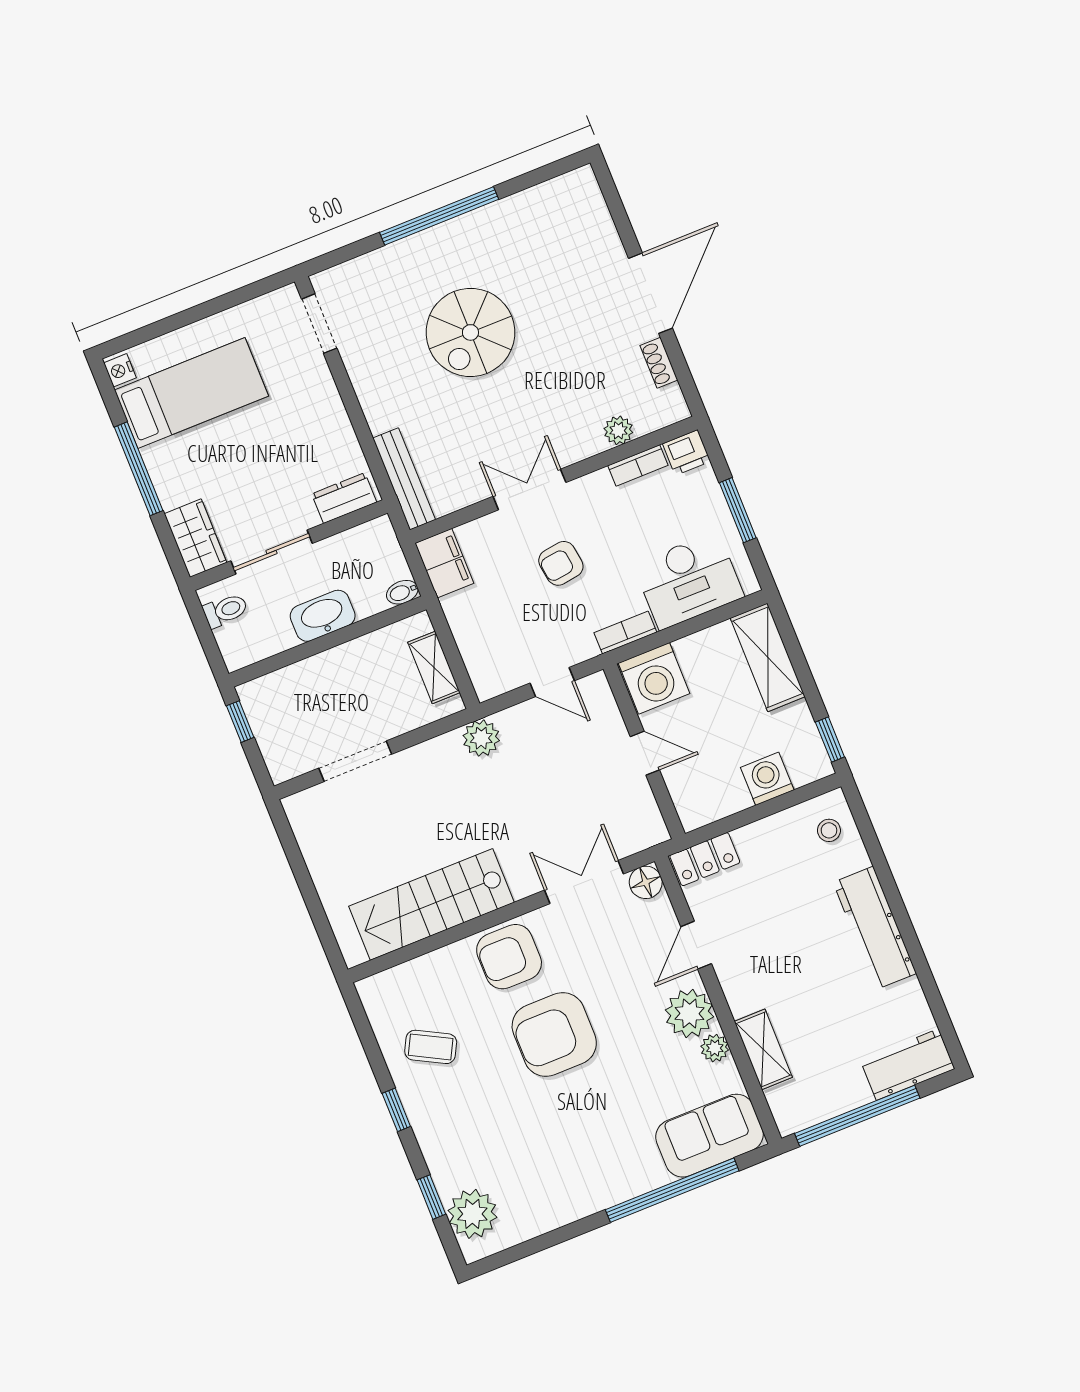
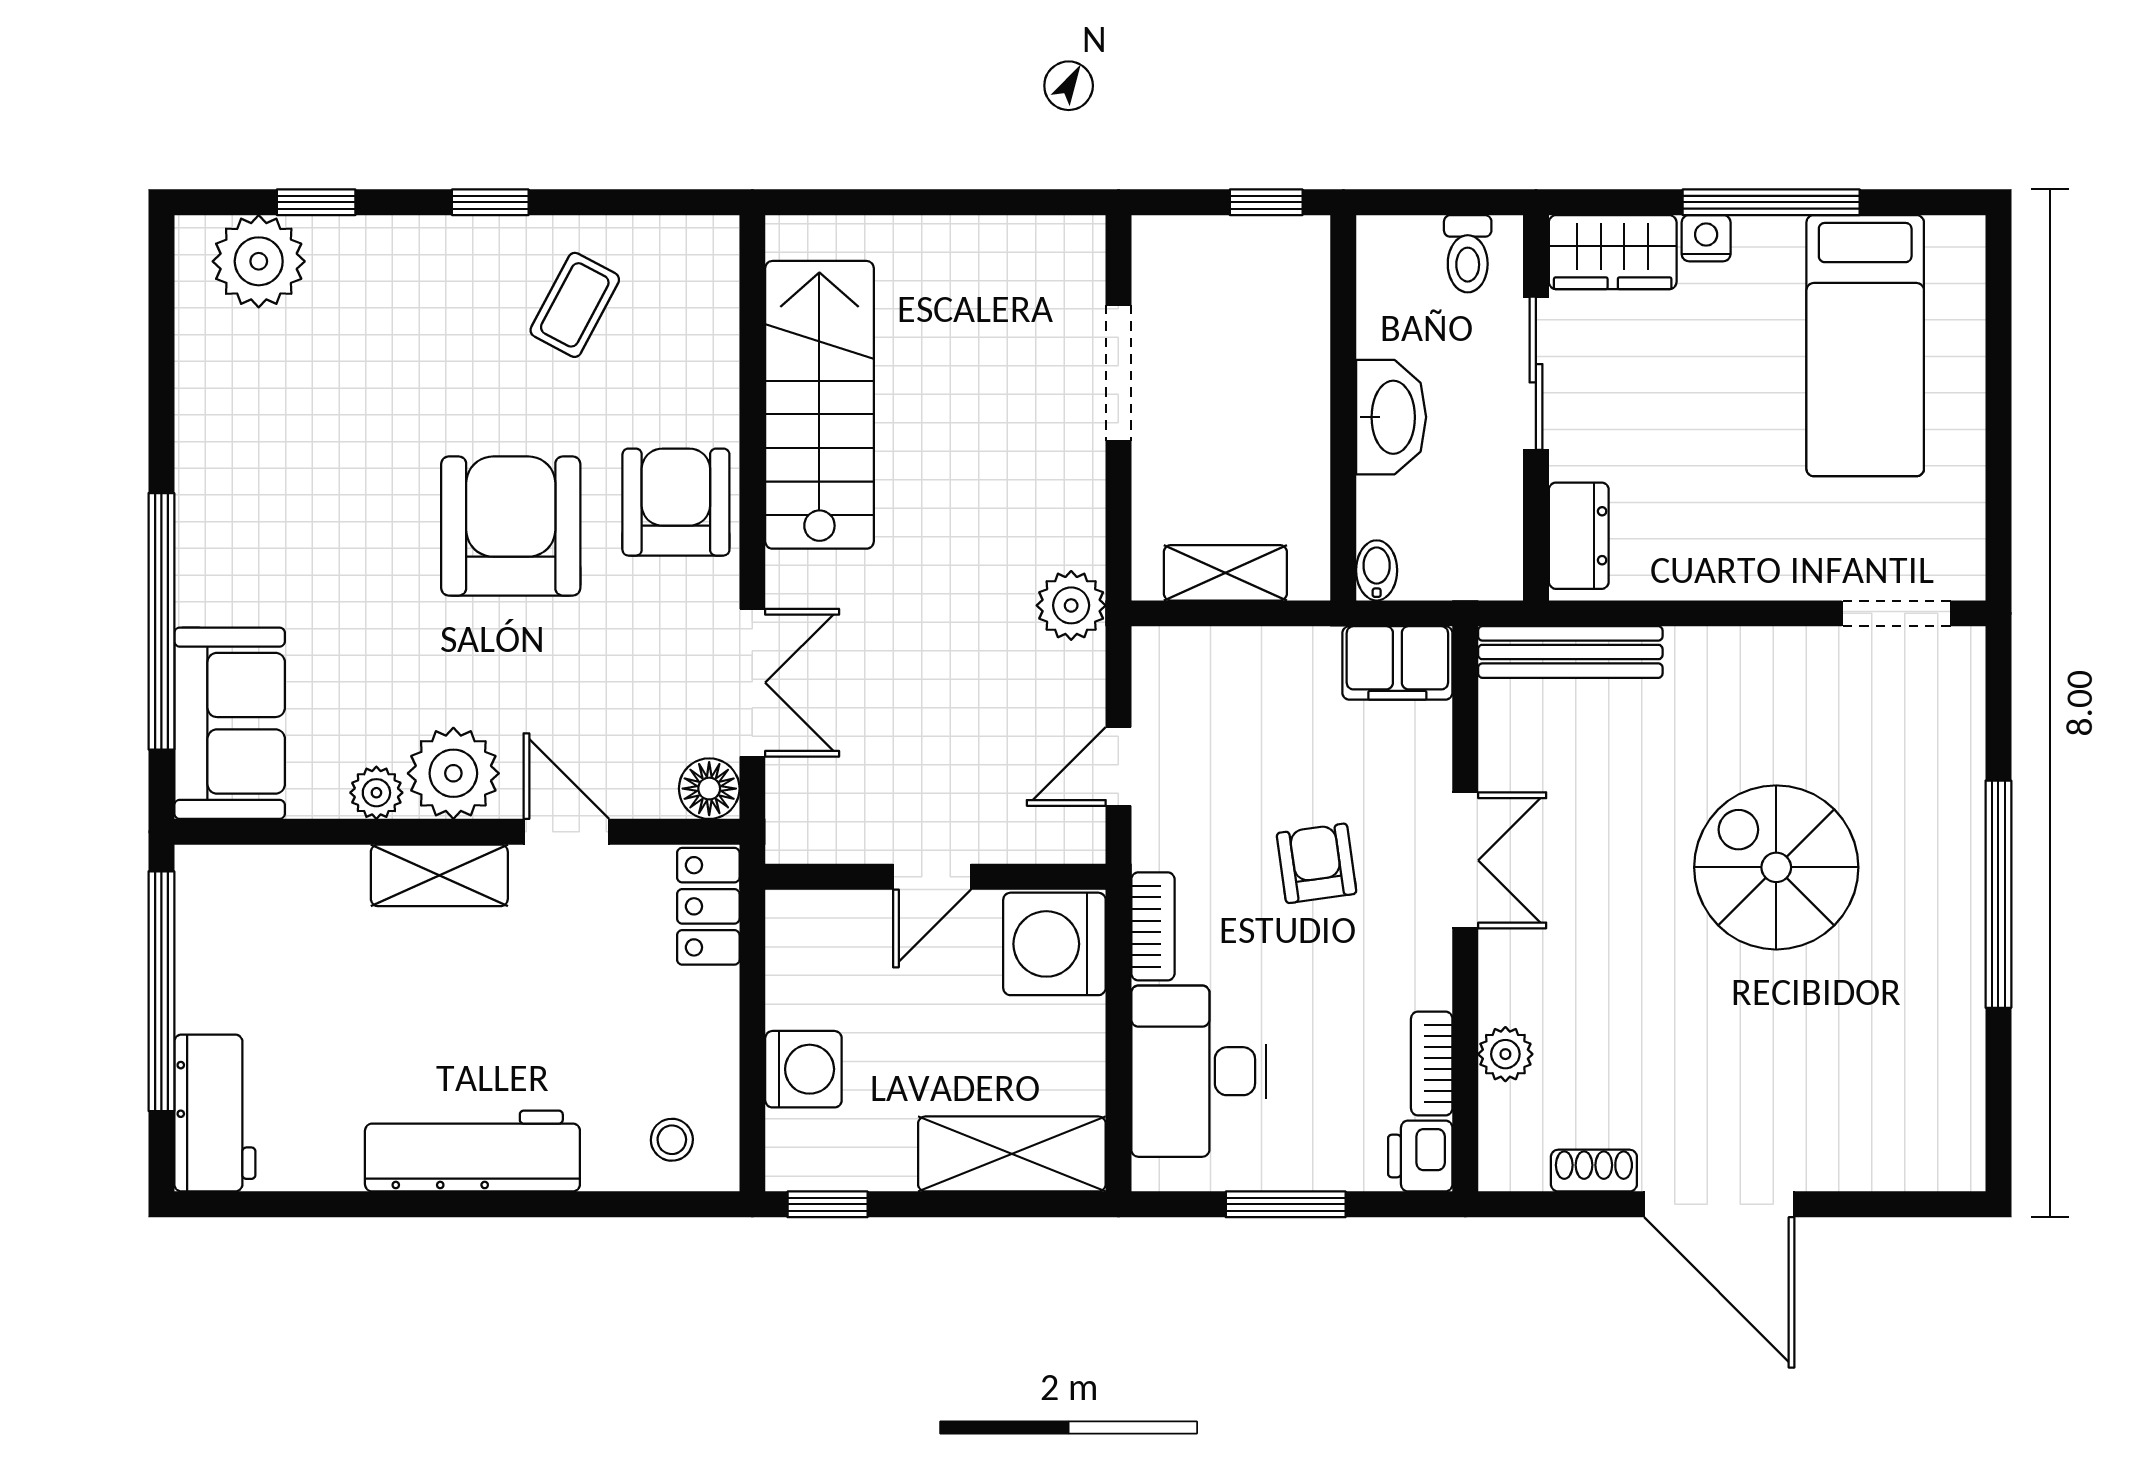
nightstand: (120, 370) -> (1706, 238), moved
shelving: (763, 1049) -> (439, 875), moved

